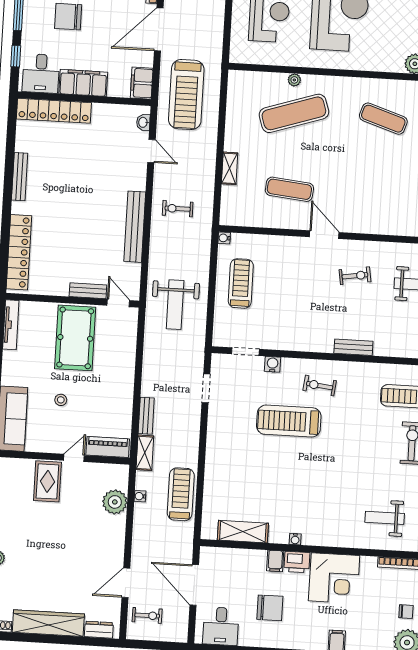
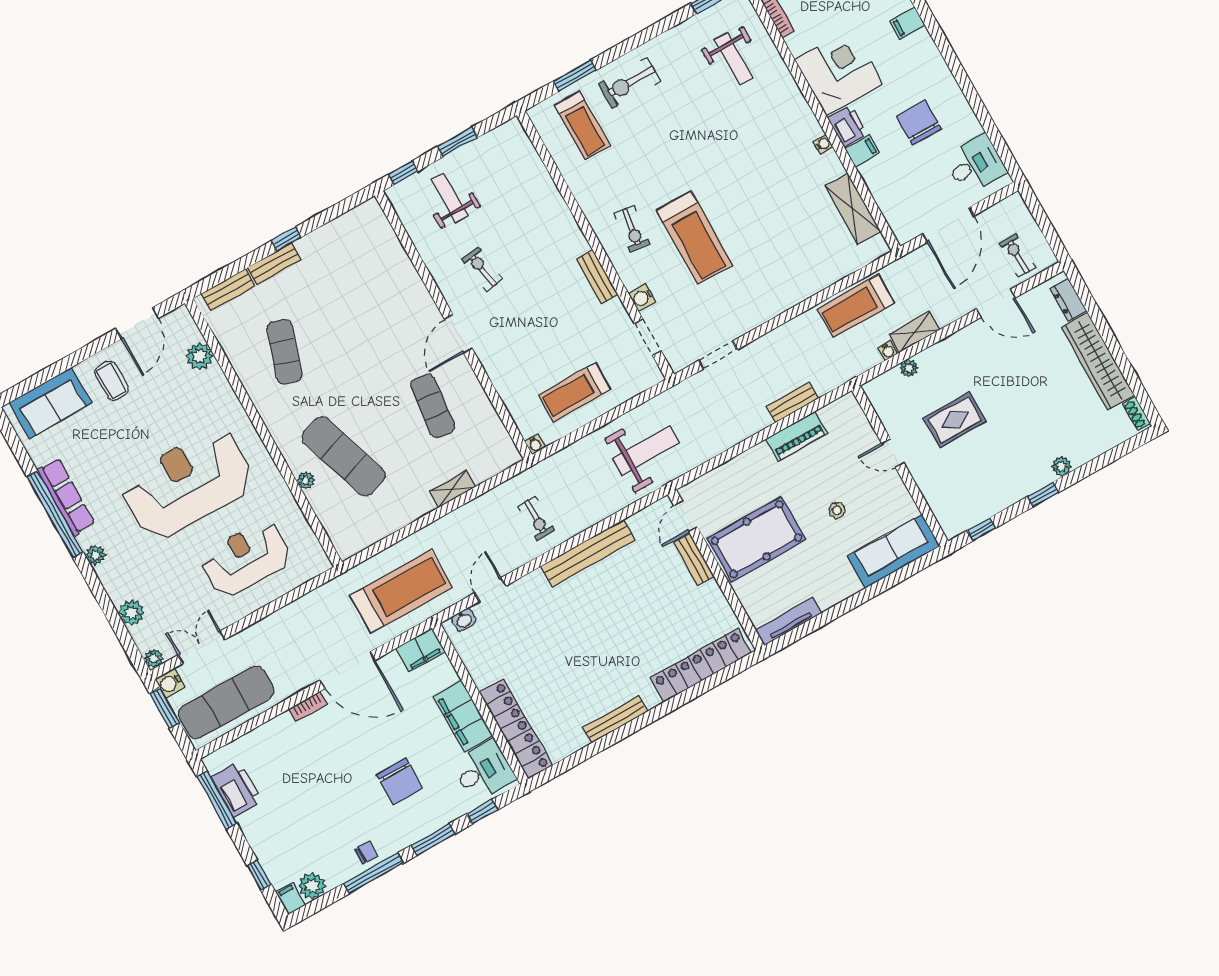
bench: (353, 347) -> (597, 277), moved
piano: (108, 447) -> (796, 436), moved, turned -90
shelving: (145, 453) -> (915, 332), moved
rug: (47, 481) -> (955, 420), moved
plant: (115, 502) -> (909, 368), width x0.53, depth x0.53

